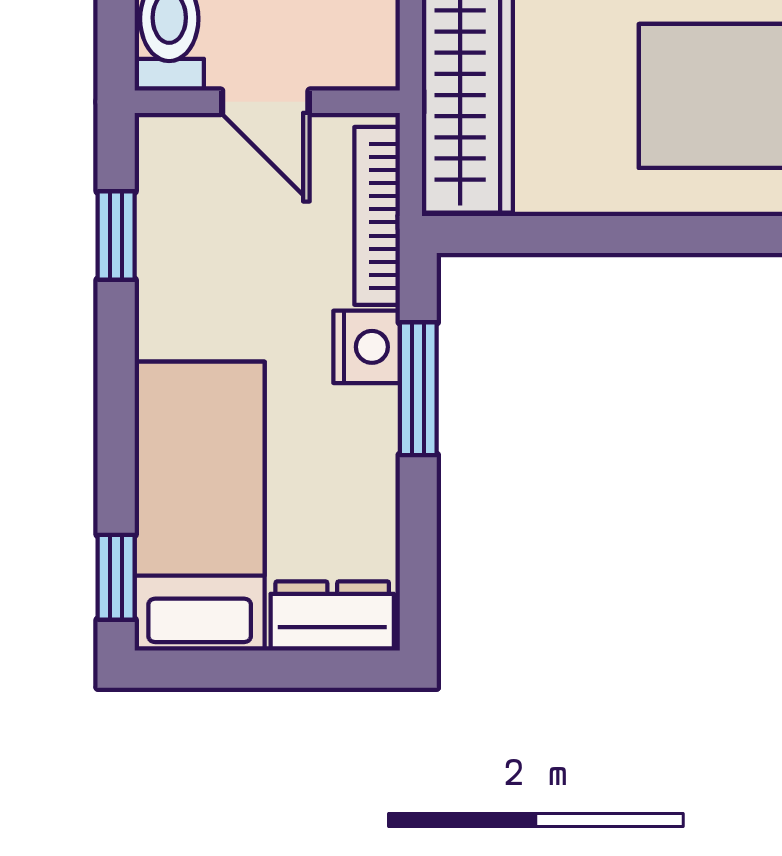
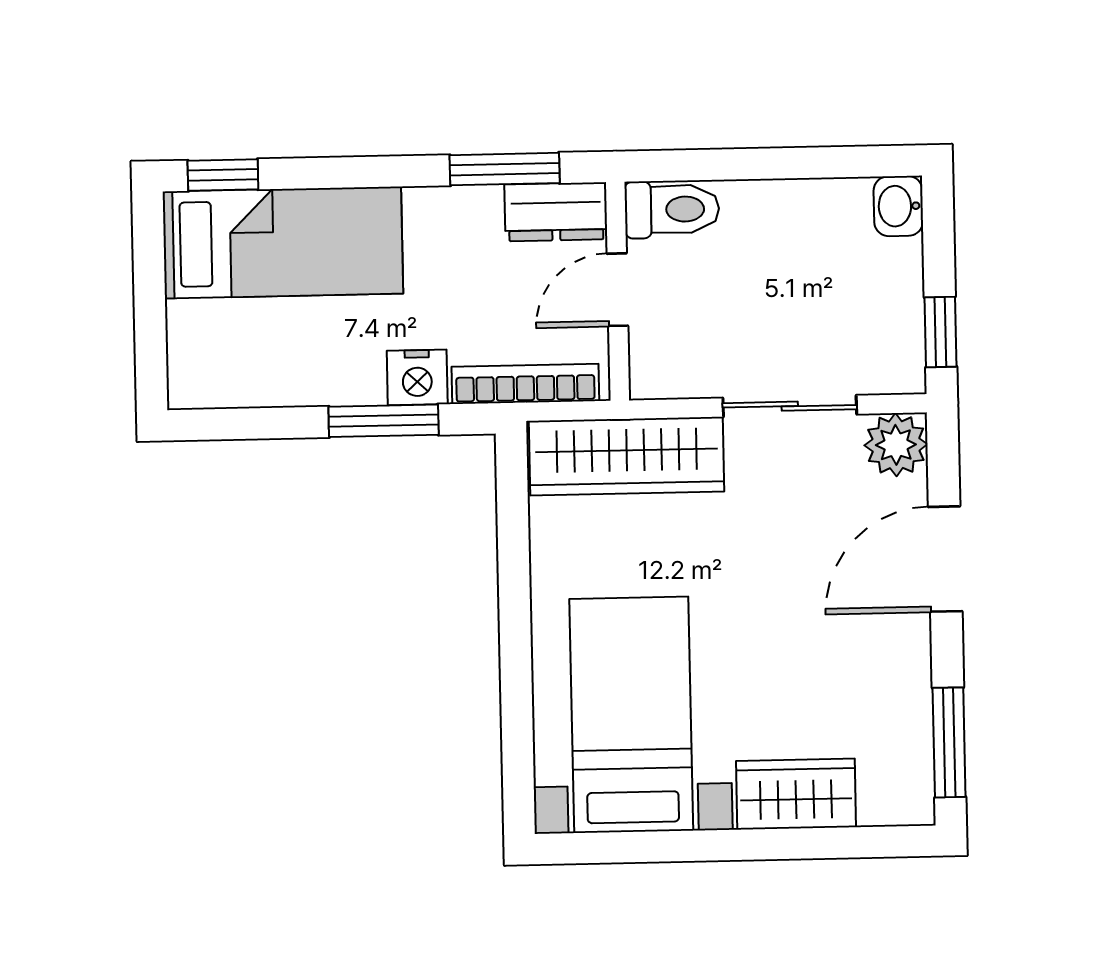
window: (116, 236) -> (505, 169), width x1.50
dresser: (332, 616) -> (556, 212), moved, turned 90

